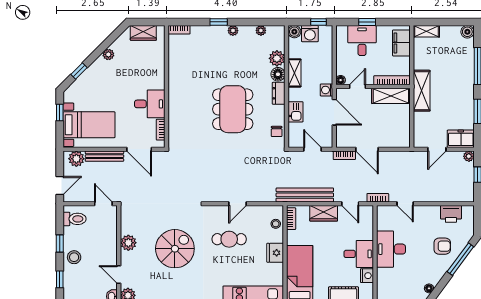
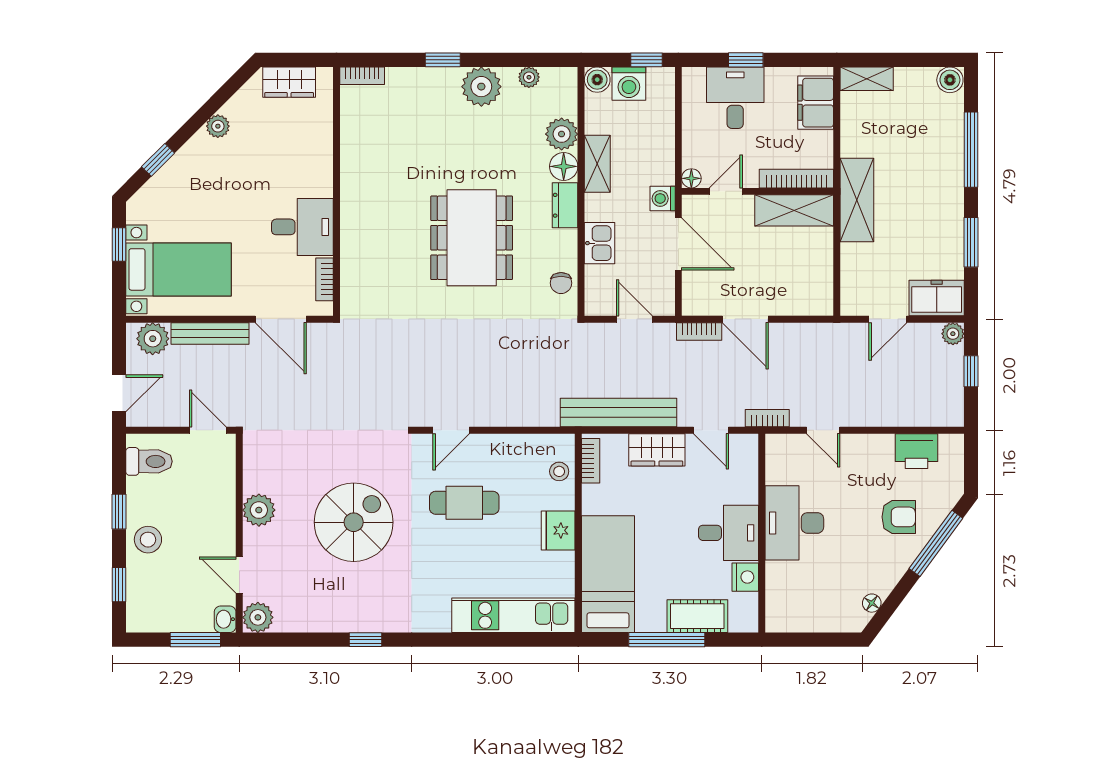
plant: (233, 31) -> (481, 87), width x1.88, depth x1.88
door: (238, 204) -> (451, 430), moved

